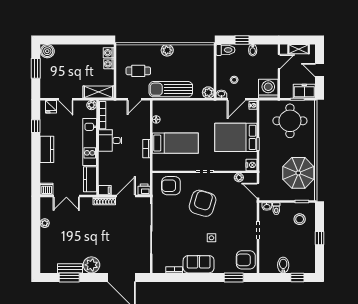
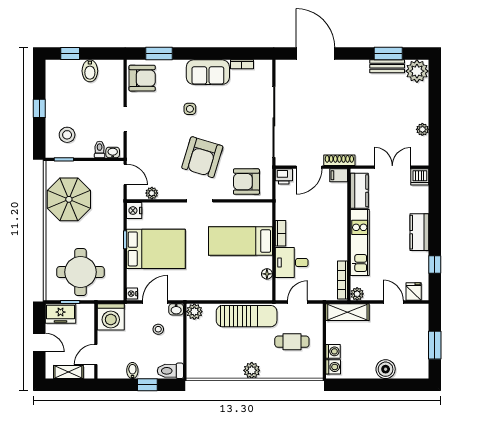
boiler: (47, 51) -> (386, 369), moved
desk: (110, 141) -> (292, 263), moved, turned 180
armchair: (171, 186) -> (246, 182), turned 180
plant: (91, 265) -> (417, 71), moved

